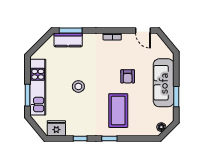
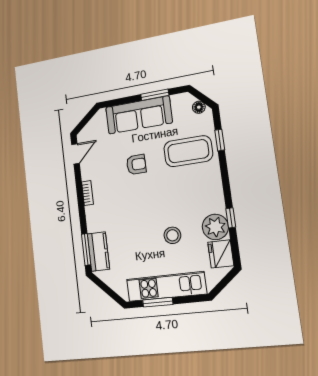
stool: (78, 86) -> (172, 235), moved
window: (28, 95) -> (158, 302), moved
coffee table: (118, 111) -> (188, 151), moved
plant: (75, 127) -> (215, 227), added
window: (109, 139) -> (220, 140), moved

